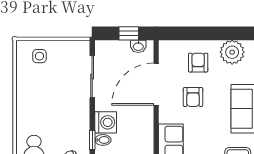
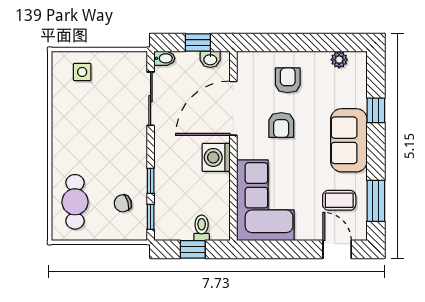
plant: (232, 52) -> (339, 60), width x0.53, depth x0.53
washing machine: (106, 122) -> (216, 157), moved, turned 180
bidet: (103, 140) -> (164, 58), moved

